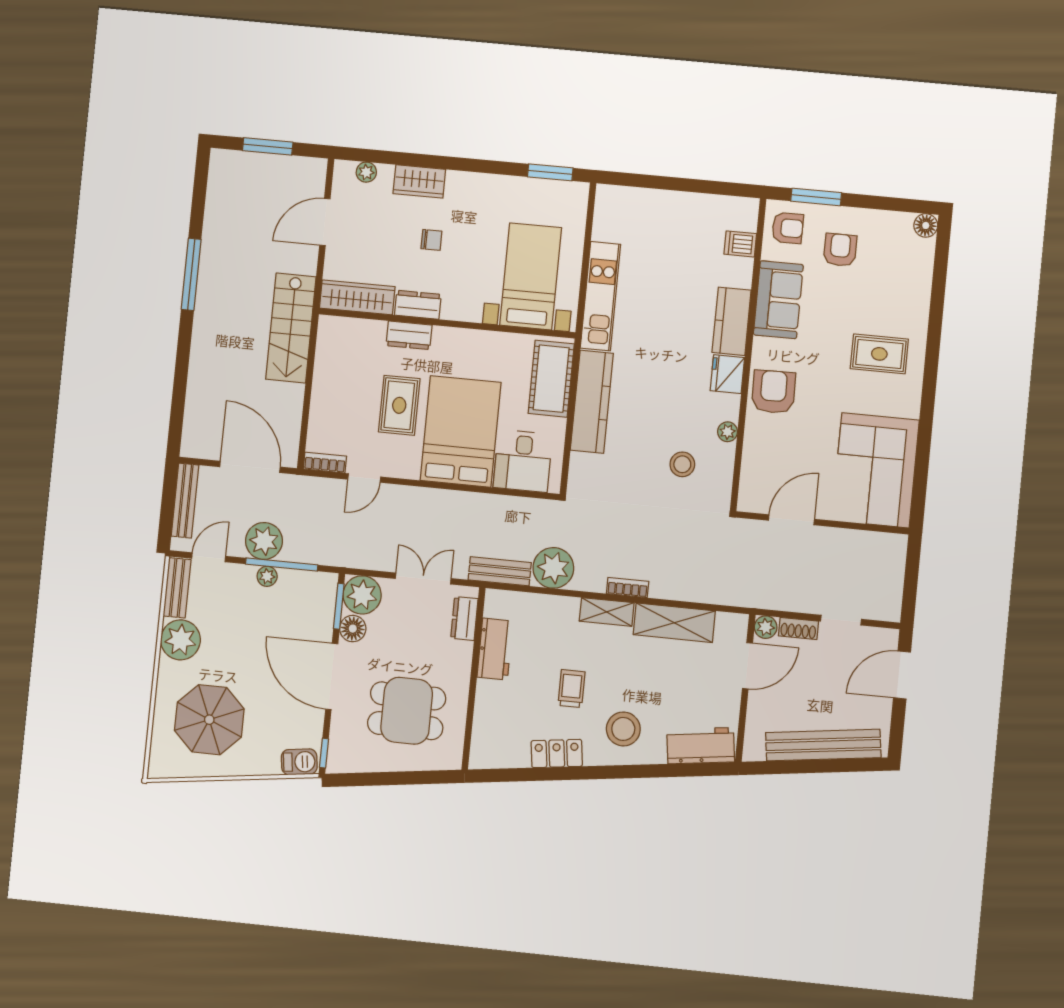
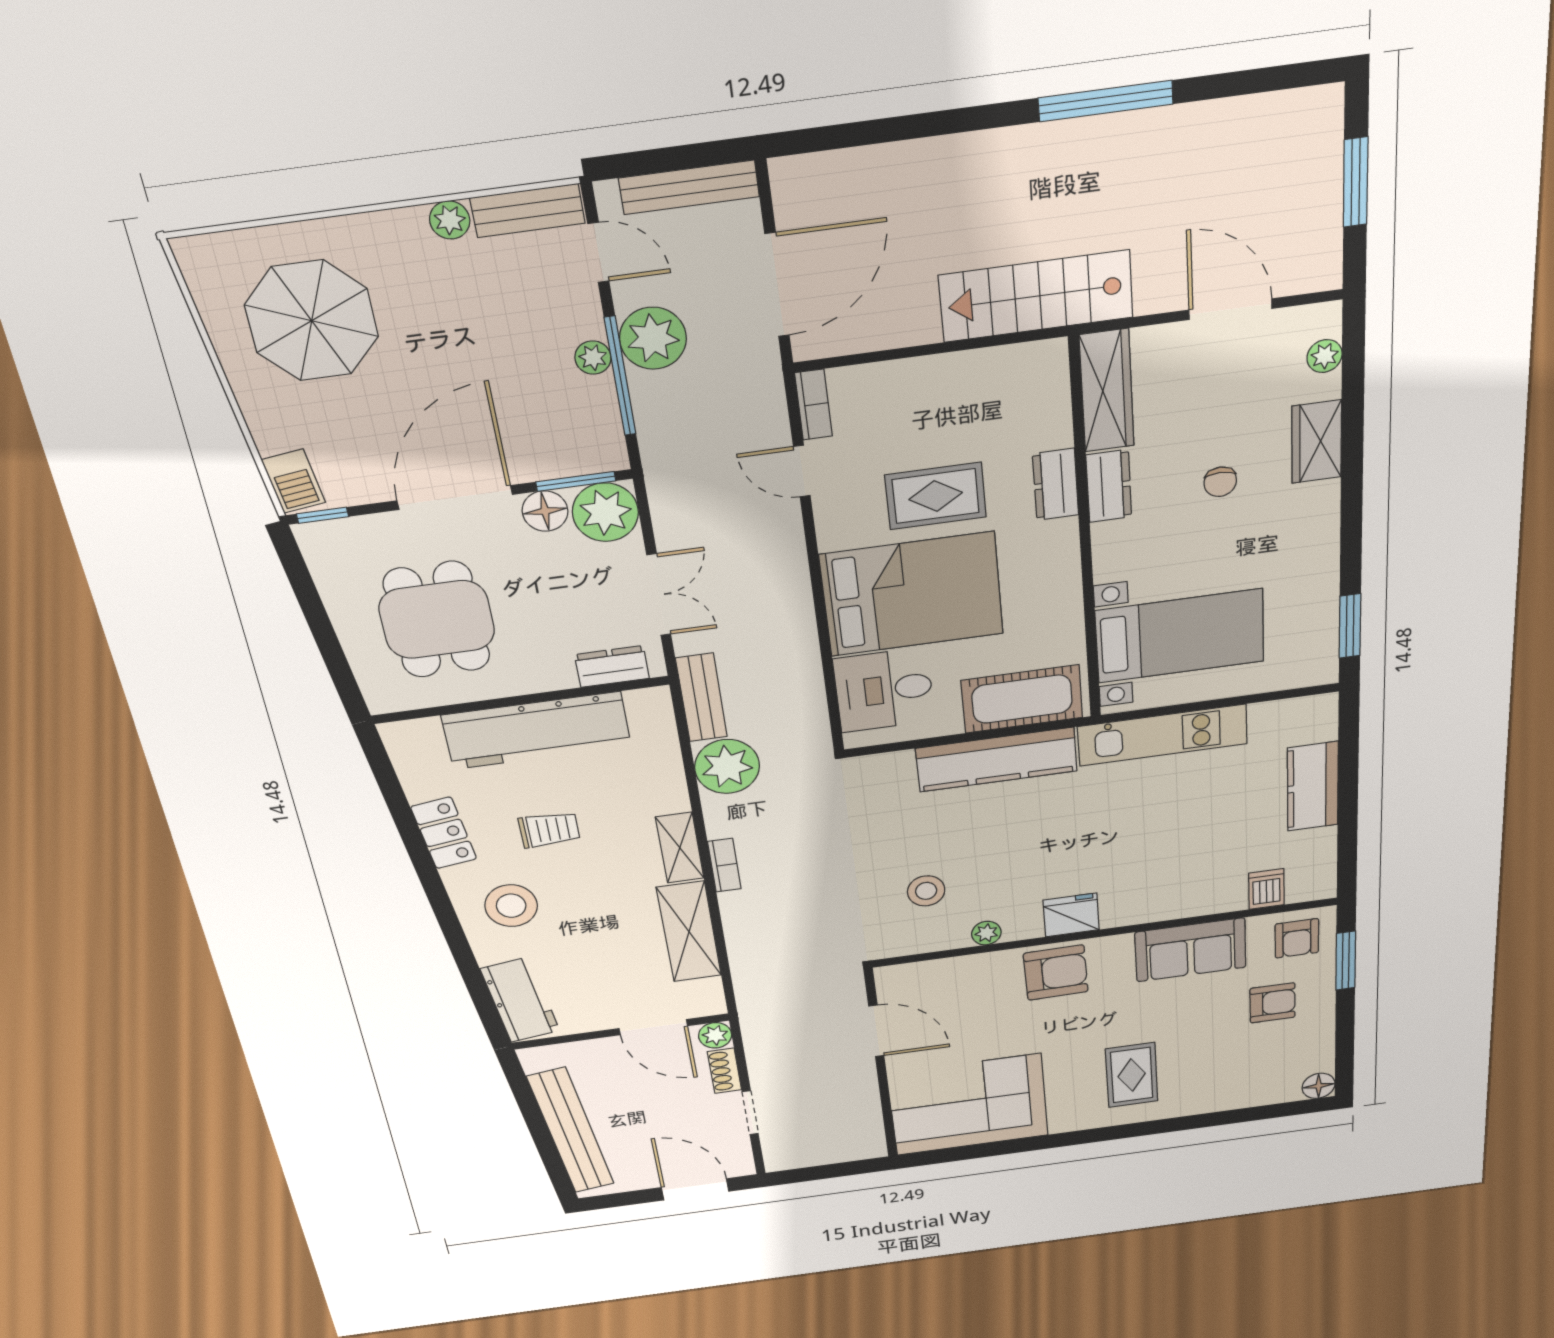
kitchen counter: (732, 321) -> (1313, 786), moved, turned -90
plant: (181, 640) -> (450, 220), width x0.53, depth x0.53
workbench: (495, 649) -> (537, 731), width x1.88, depth x1.32

